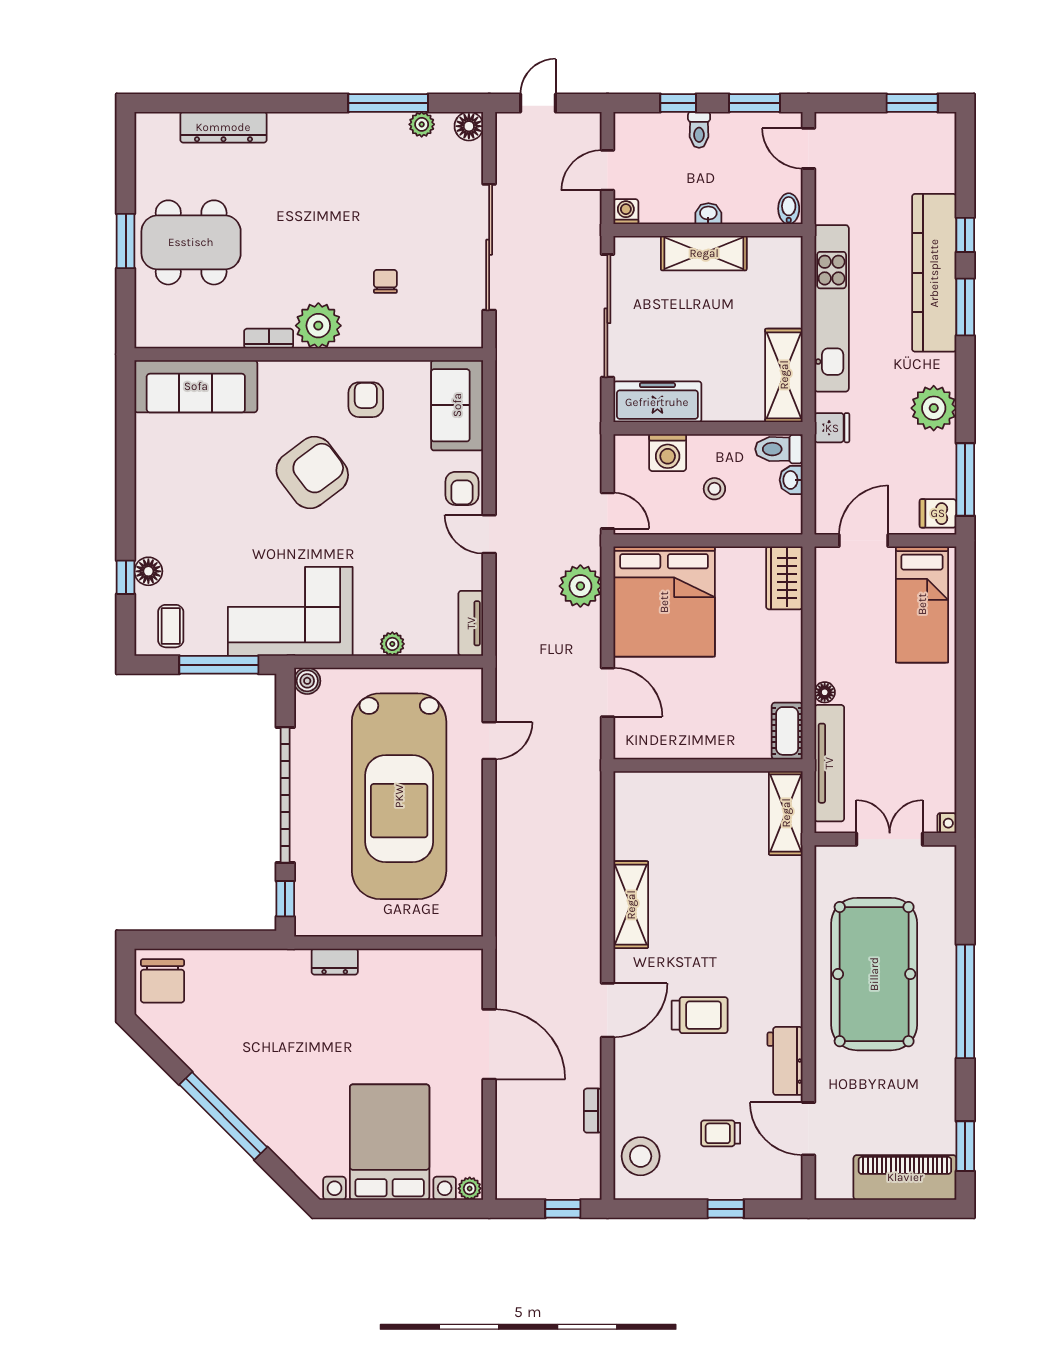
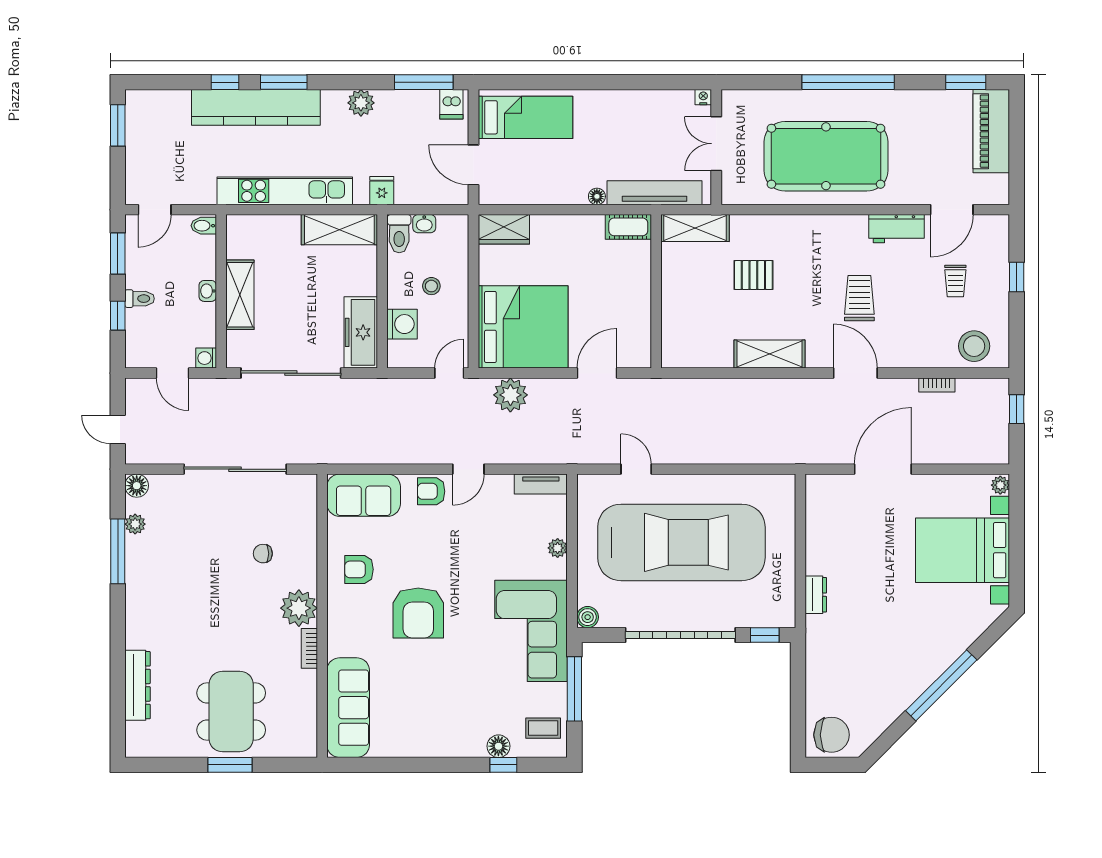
plant: (934, 408) -> (361, 103), width x0.73, depth x0.73
armchair: (312, 473) -> (418, 613), turned -143
armchair: (462, 488) -> (431, 491), turned 180
pallet: (728, 885) -> (753, 275), added

